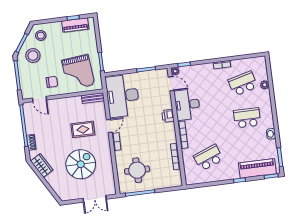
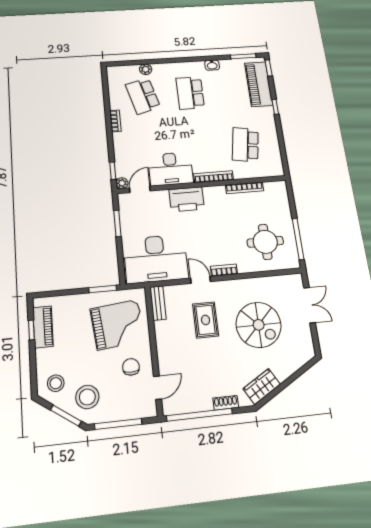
printer: (168, 116) -> (187, 199), width x1.87, depth x1.48
school desk: (208, 158) -> (245, 145), turned 30
spiral stairs: (81, 164) -> (259, 325), turned 180

